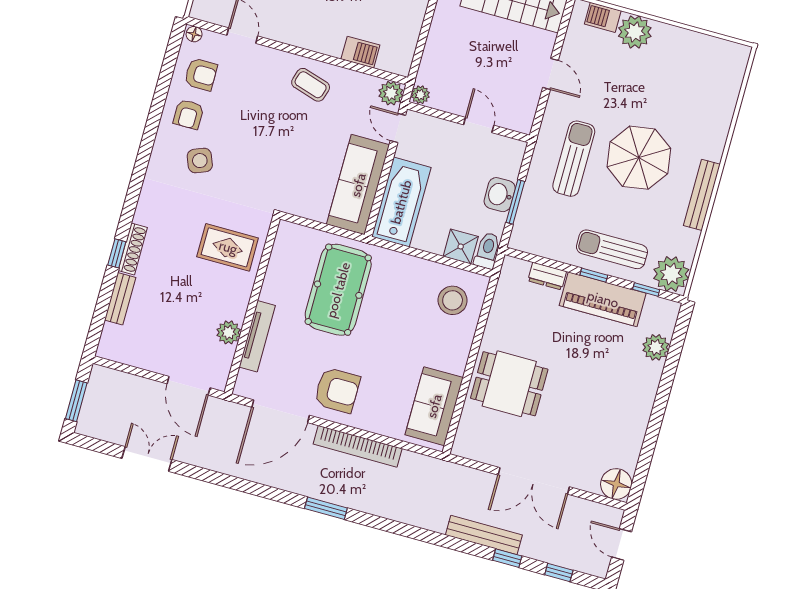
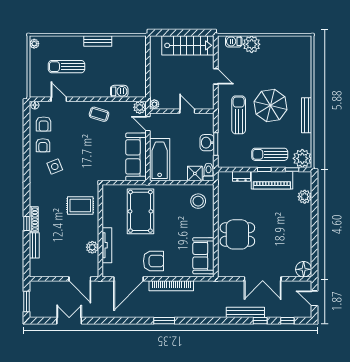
armchair: (201, 74) -> (44, 124), turned 90

